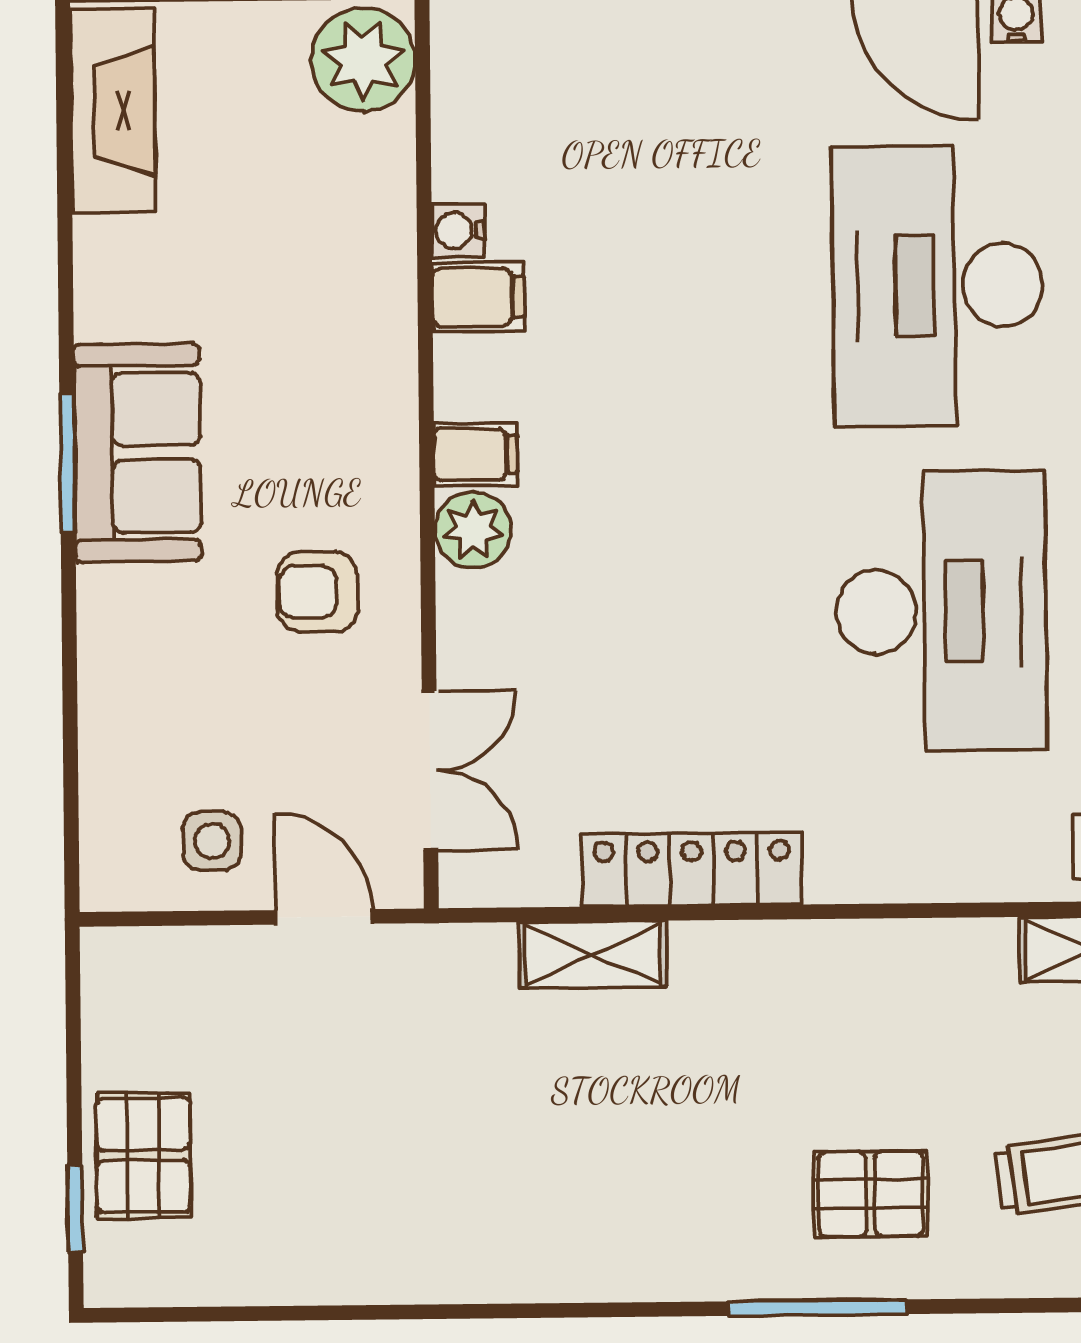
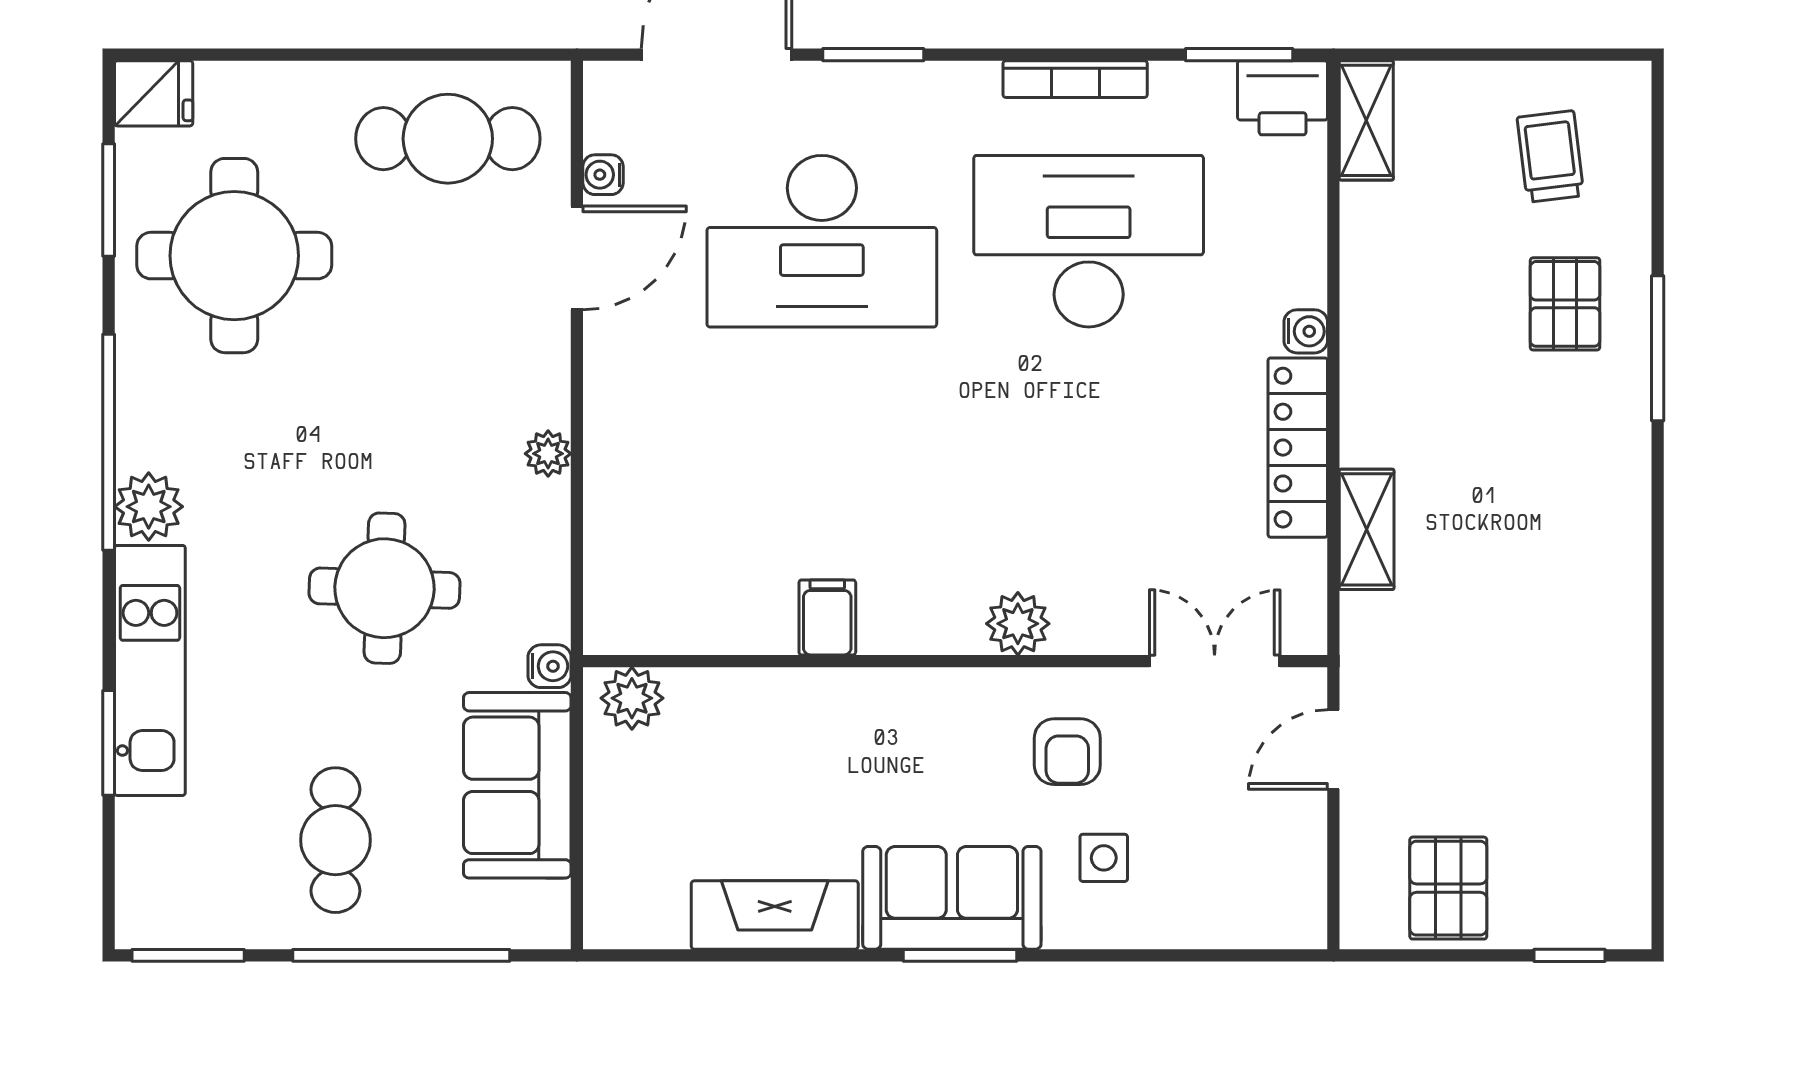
plant: (363, 60) -> (632, 698), width x0.73, depth x0.73
fireplace: (113, 111) -> (775, 915), moved
water cooler: (458, 230) -> (1306, 331), moved, turned -90
filing cabinet: (476, 454) -> (956, 621), removed
side table: (212, 841) -> (1104, 858), moved
pallet: (143, 1155) -> (1448, 888), moved, turned 90

